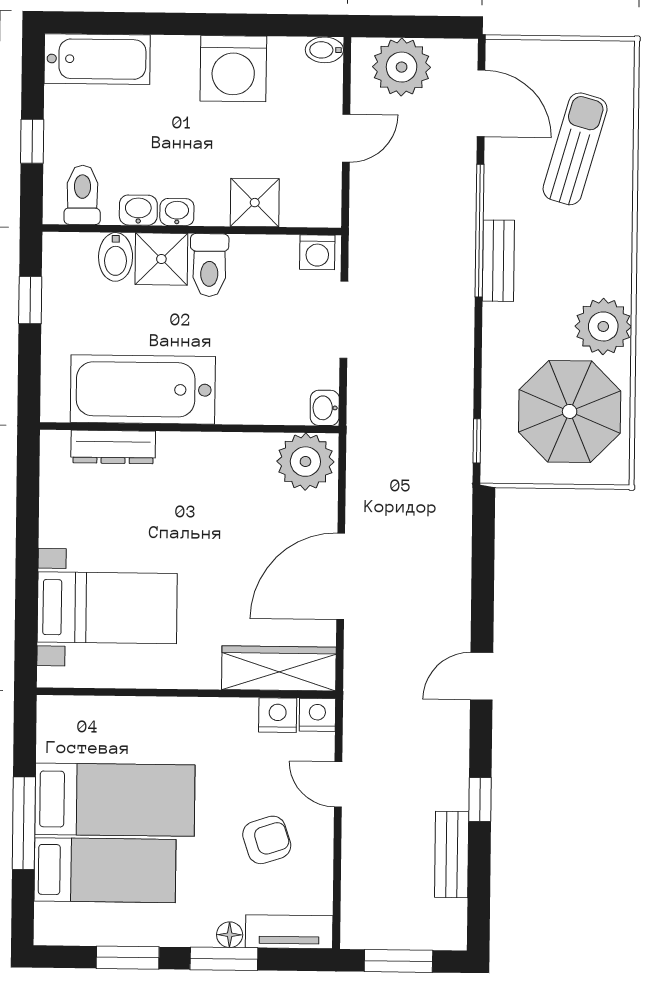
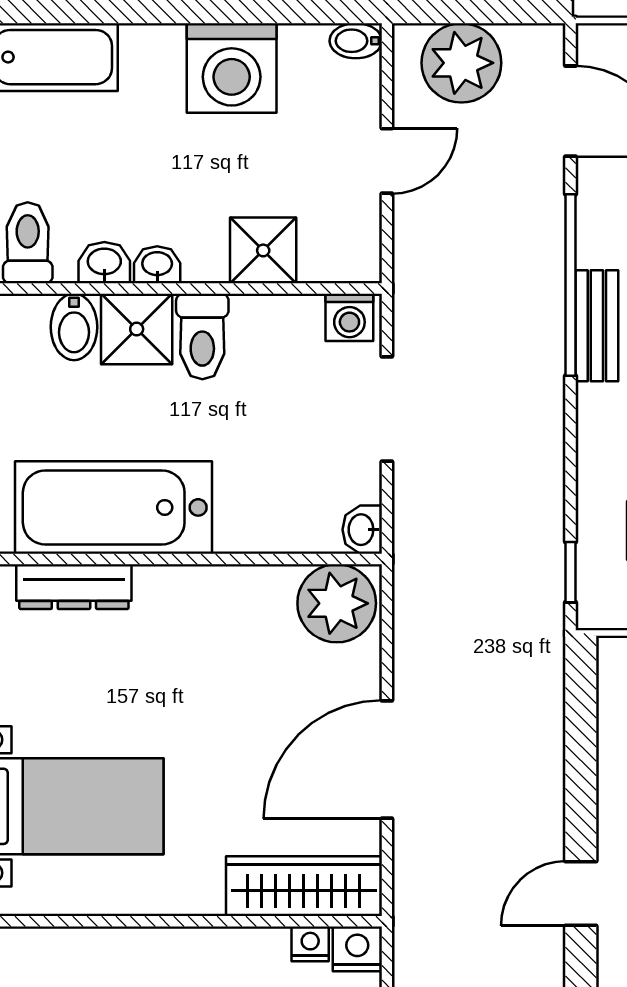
nightstand: (278, 715) -> (310, 944), width x0.72, depth x0.74

